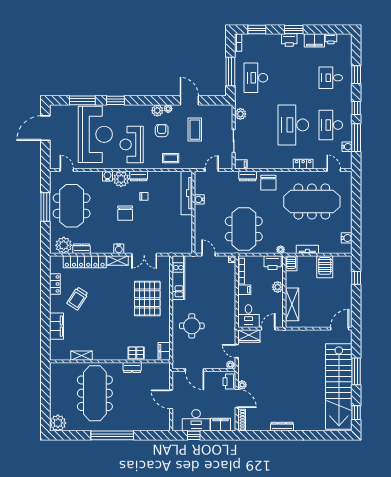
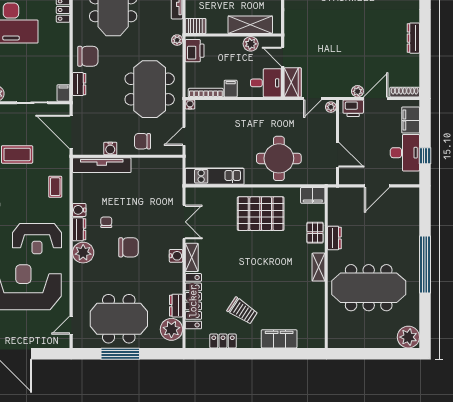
armchair: (162, 131) -> (18, 199), removed
door: (212, 170) -> (71, 132), width x1.88
water cooler: (107, 176) -> (79, 210), moved
chair: (205, 224) -> (142, 141), added
meeting table: (244, 229) -> (150, 89), turned 90
plant: (278, 287) -> (251, 44), moved
pallet: (147, 299) -> (261, 214), moved
round table: (192, 326) -> (279, 158), width x1.36, depth x1.36
shelving: (82, 356) -> (319, 267), moved
door: (195, 370) -> (338, 155), hinge flipped

